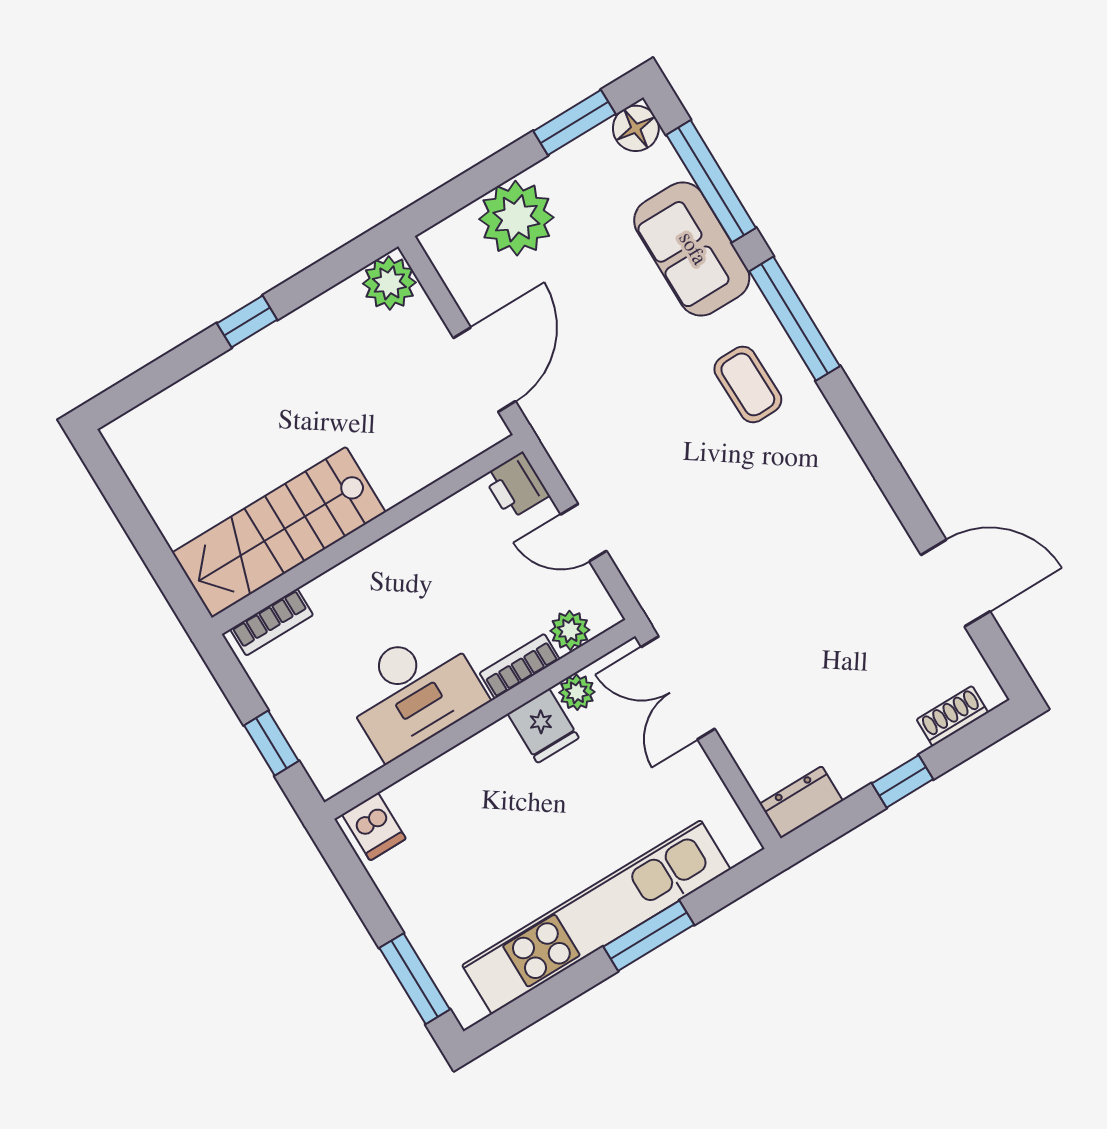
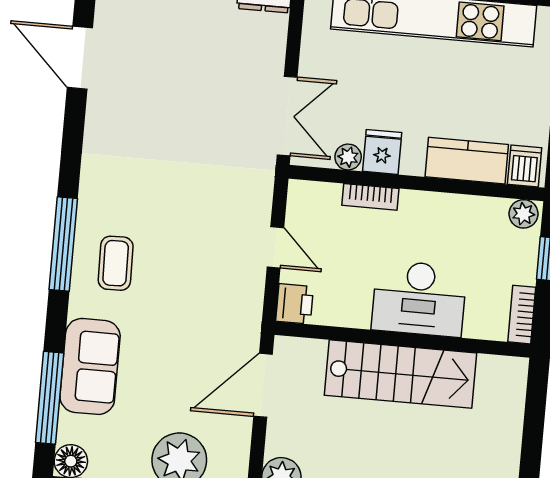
window: (795, 319) -> (63, 244), moved
stairs: (279, 532) -> (400, 374), moved
bookcase: (272, 622) -> (522, 315), moved, turned -90
plant: (570, 630) -> (524, 214), moved
desk: (413, 692) -> (419, 298), moved, turned 180
kitchen counter: (442, 785) -> (467, 161), added

